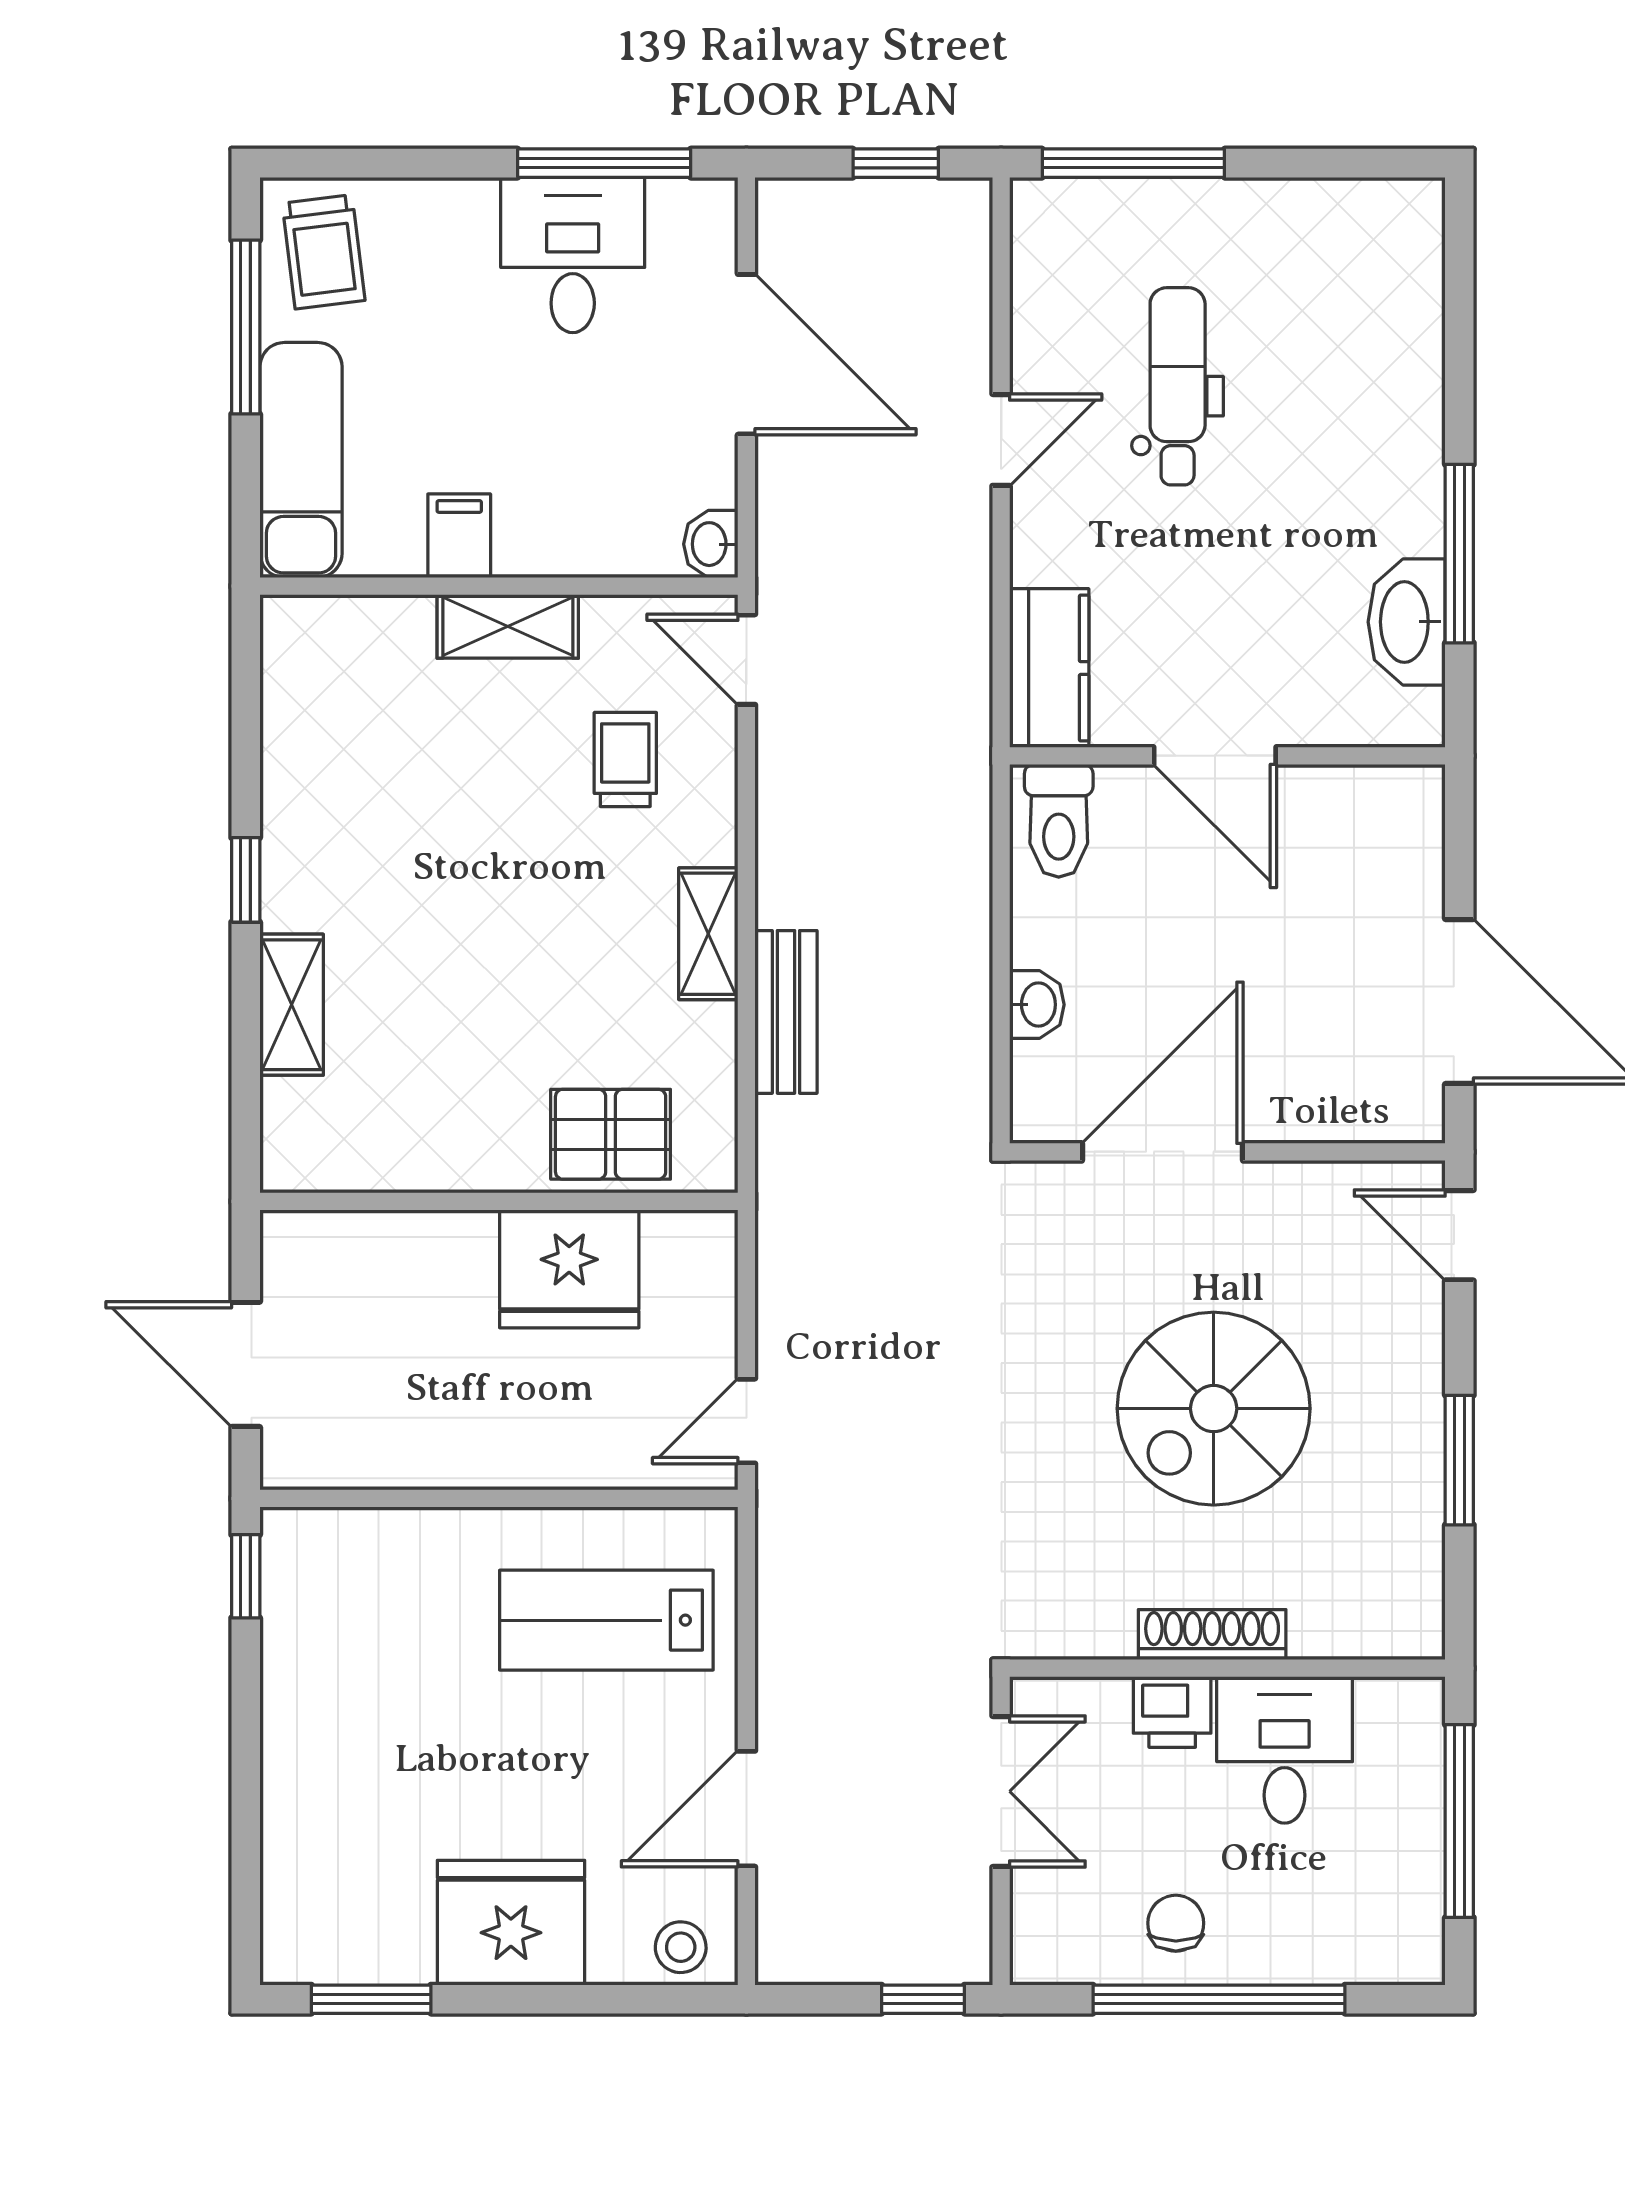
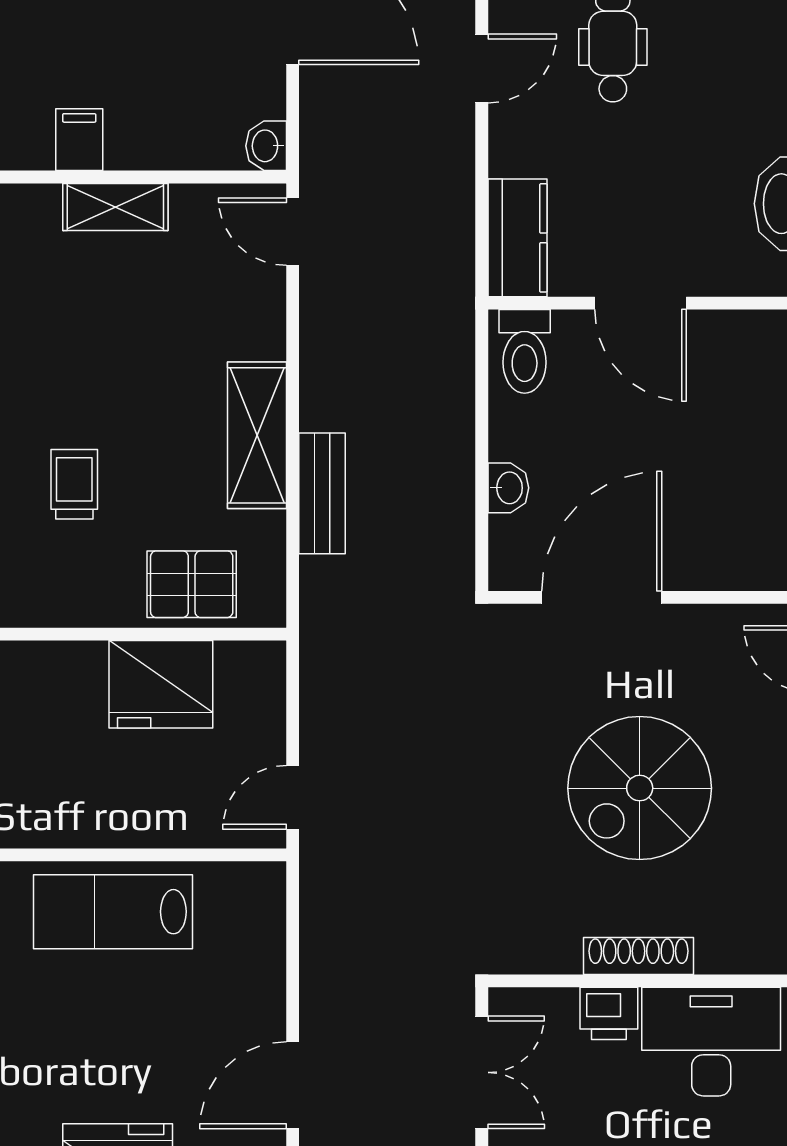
trolley: (625, 760) -> (74, 484), moved
shelving: (708, 934) -> (257, 435), width x1.50, depth x1.33
lab bench: (606, 1620) -> (113, 912), moved
desk: (1285, 1750) -> (711, 1042), width x1.37

